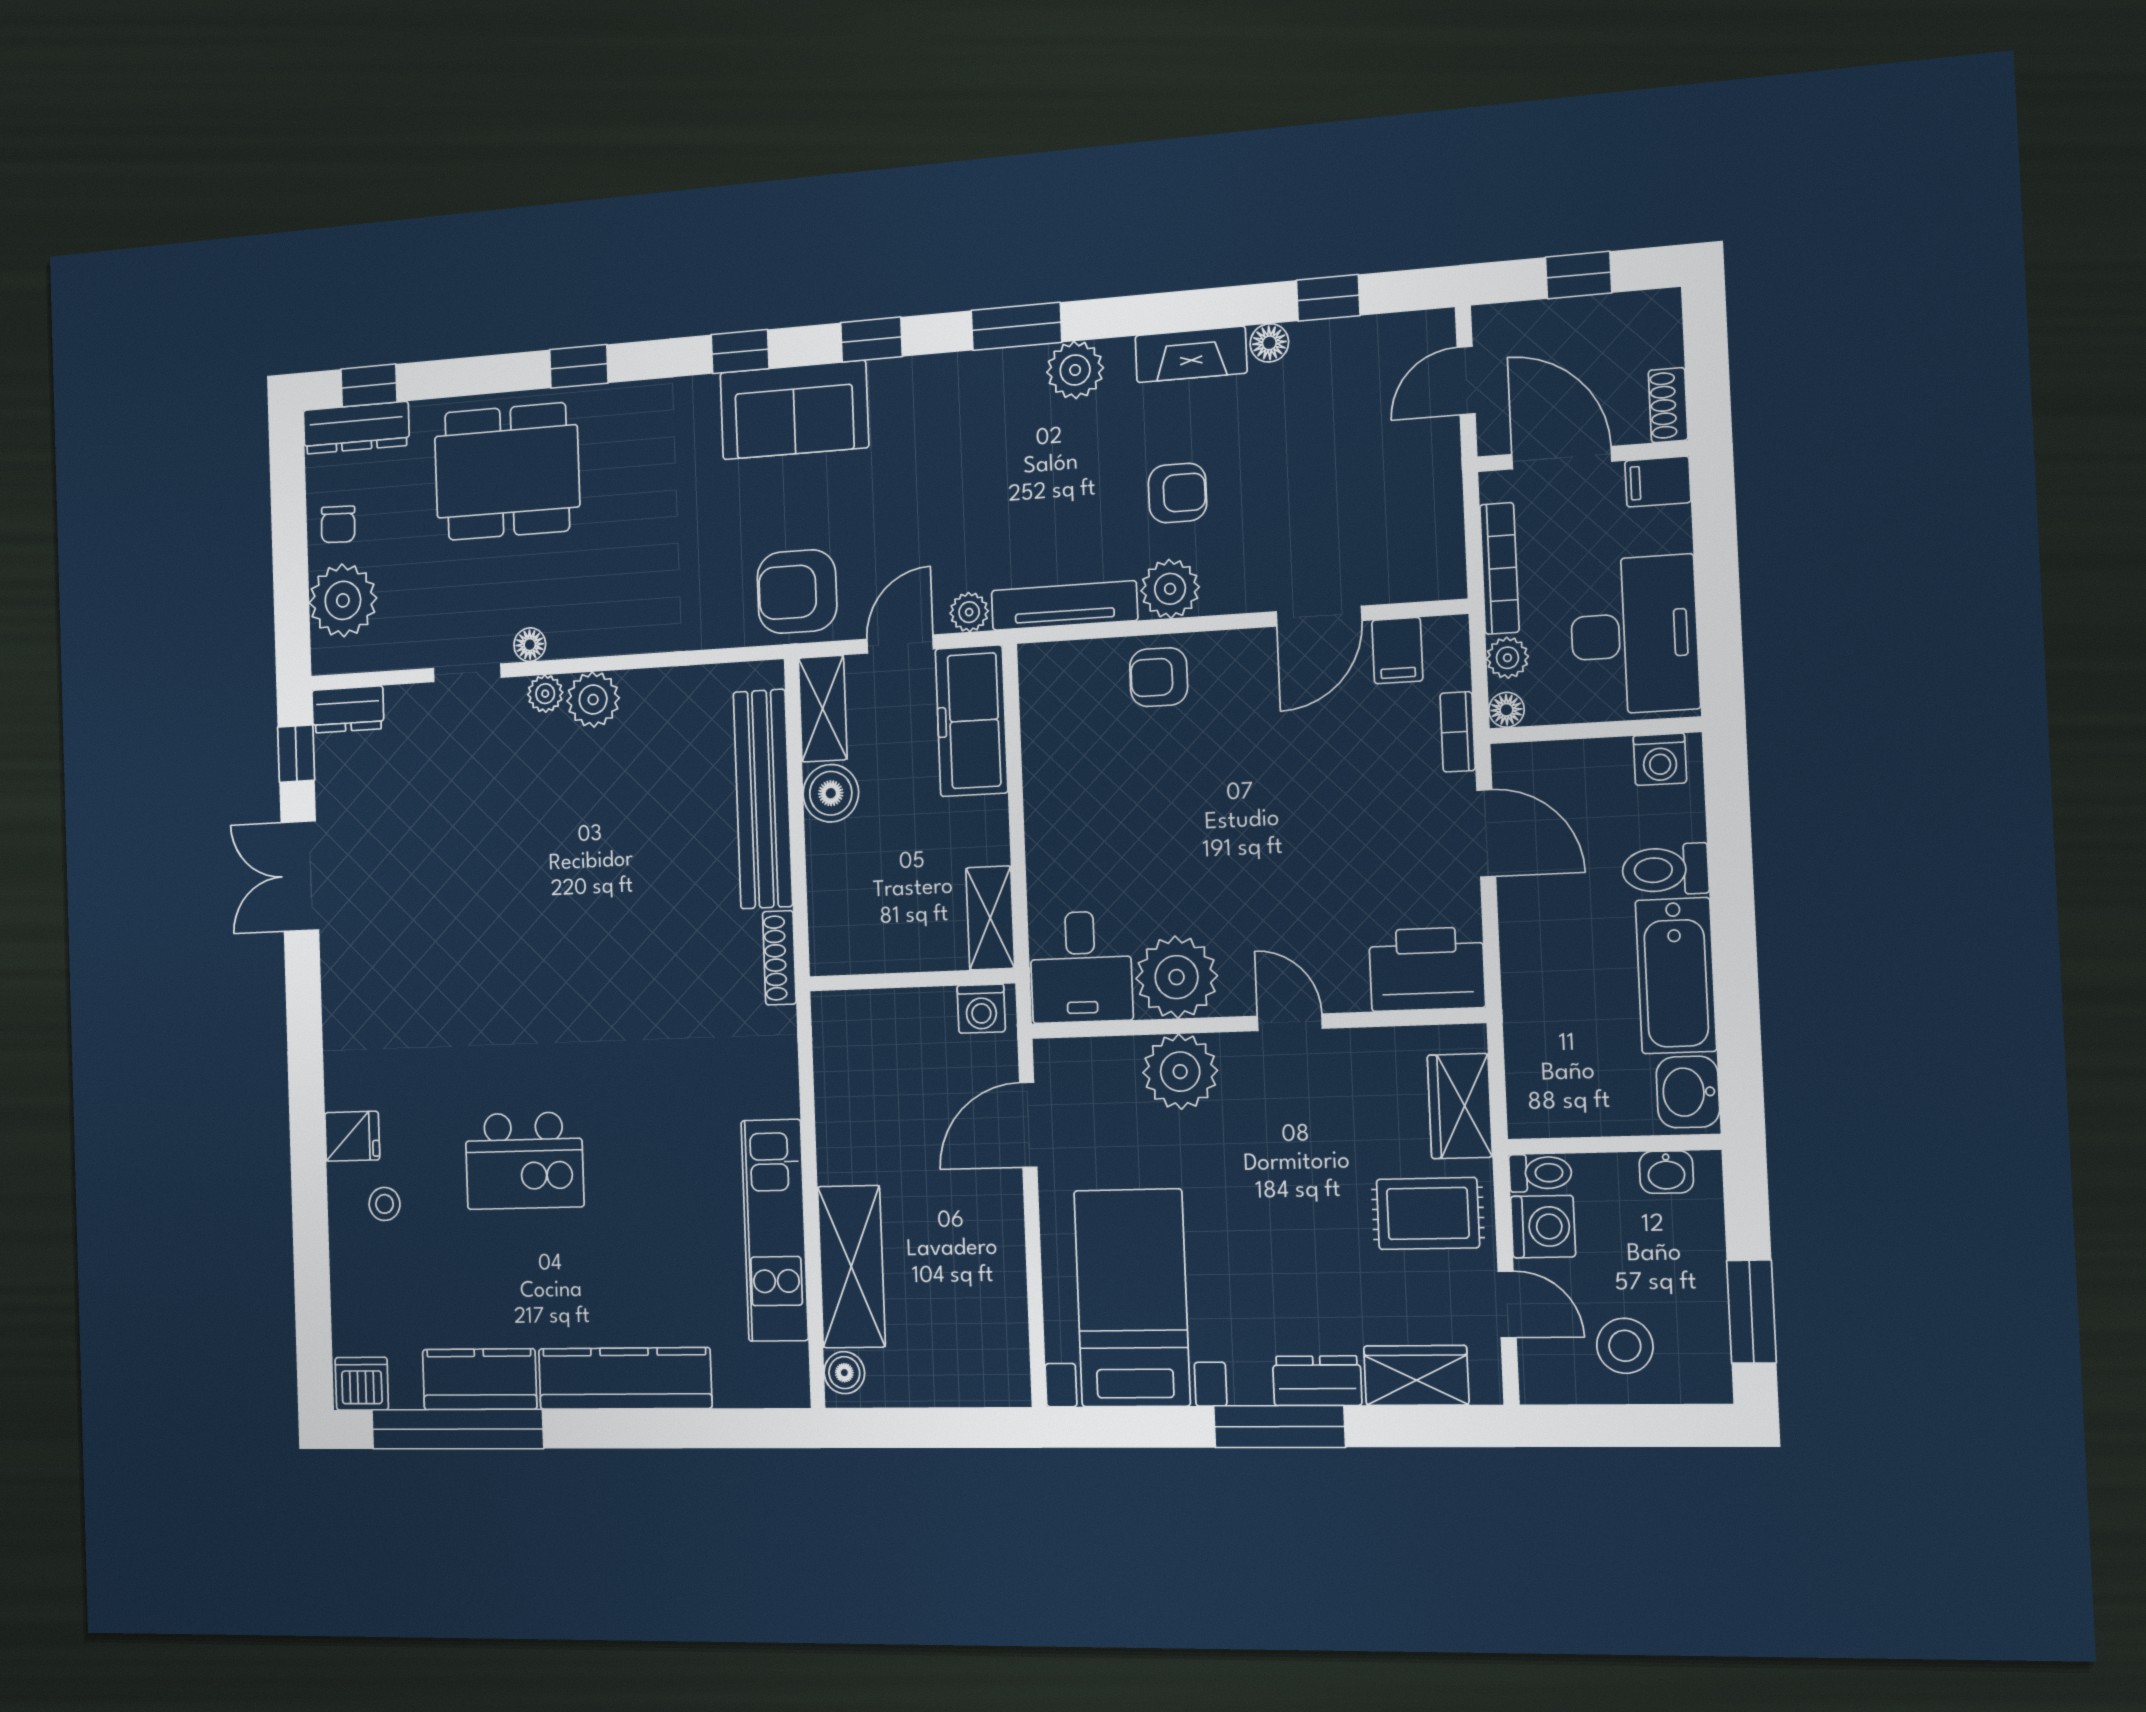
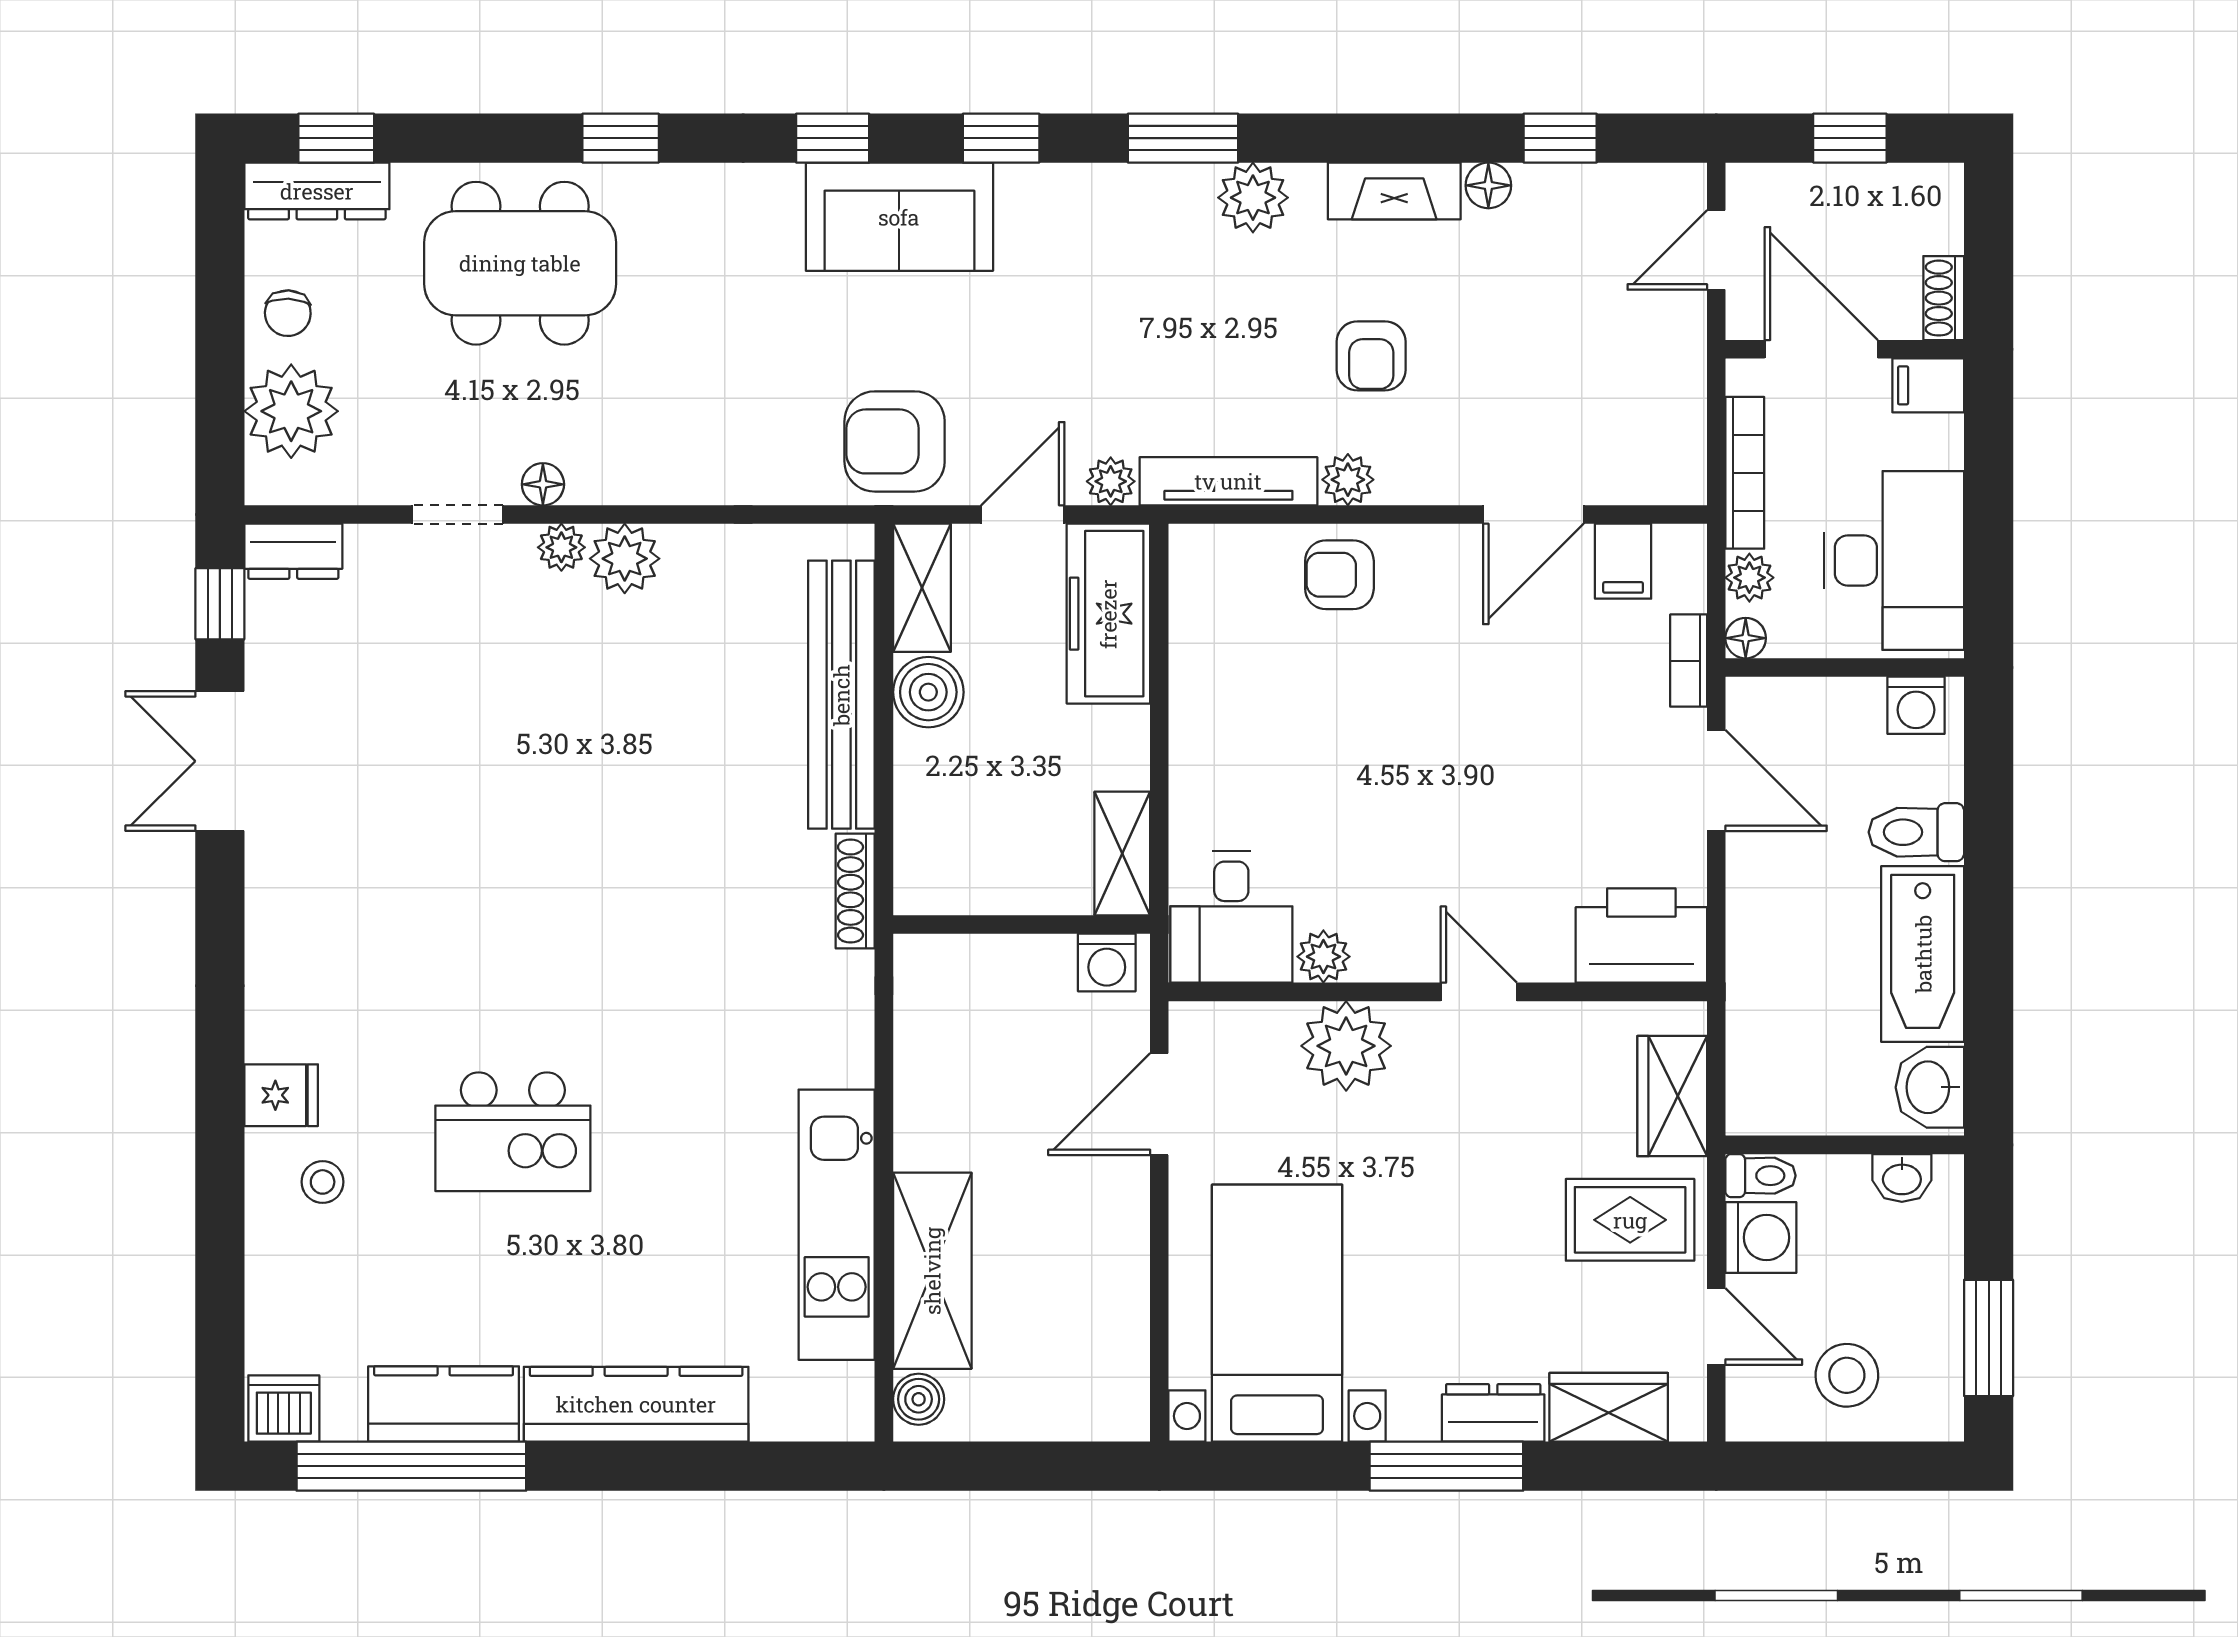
armchair: (1177, 493) -> (1371, 356), turned 90
plant: (1170, 589) -> (1348, 480), width x0.73, depth x0.73
plant: (1177, 977) -> (1323, 957), width x0.53, depth x0.53

